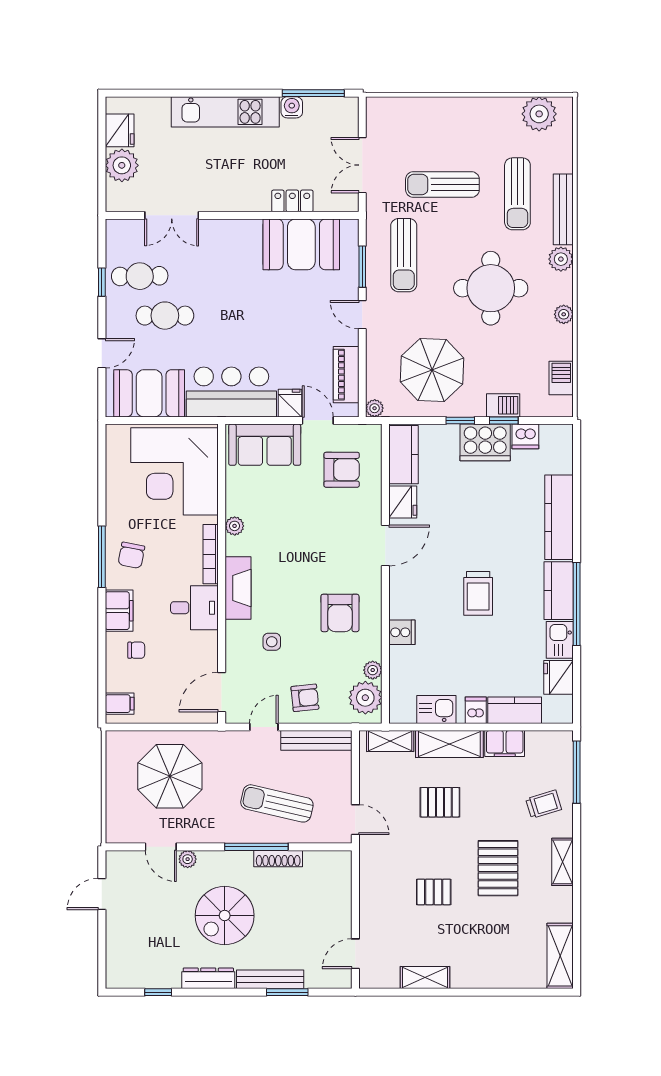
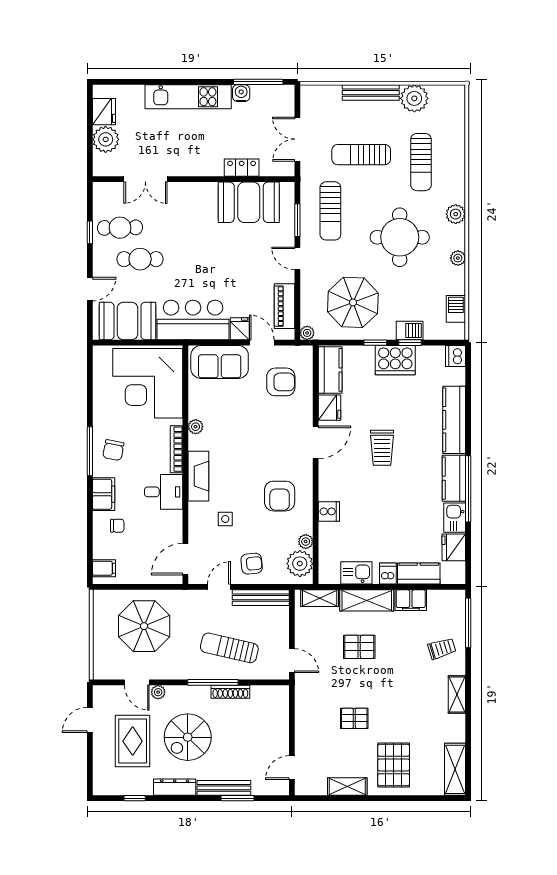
plant: (539, 114) -> (414, 98), moved
bench: (563, 209) -> (371, 93), moved, turned 90
dishwasher: (525, 436) -> (455, 356), moved, turned 90
trolley: (478, 593) -> (382, 448), moved
pallet: (498, 868) -> (394, 765), moved
rug: (155, 920) -> (133, 741), added

